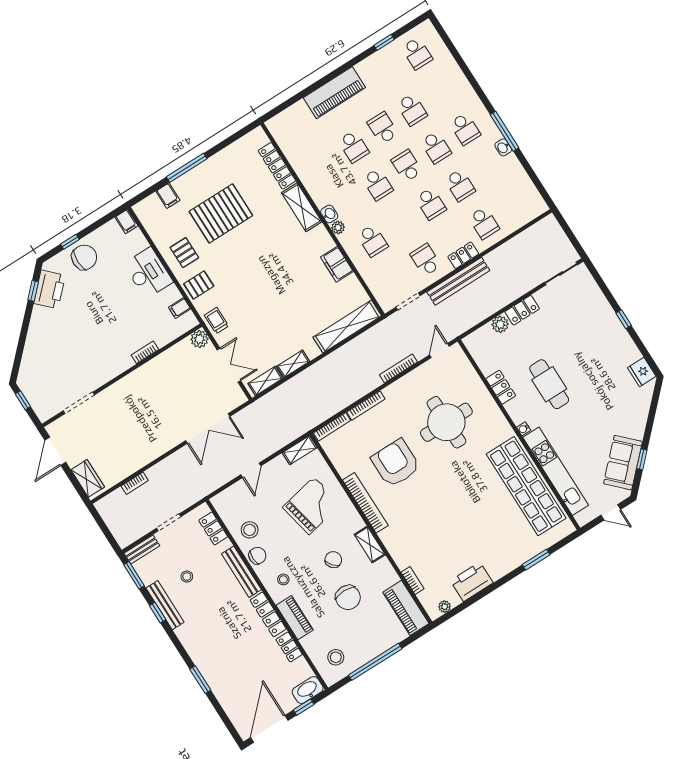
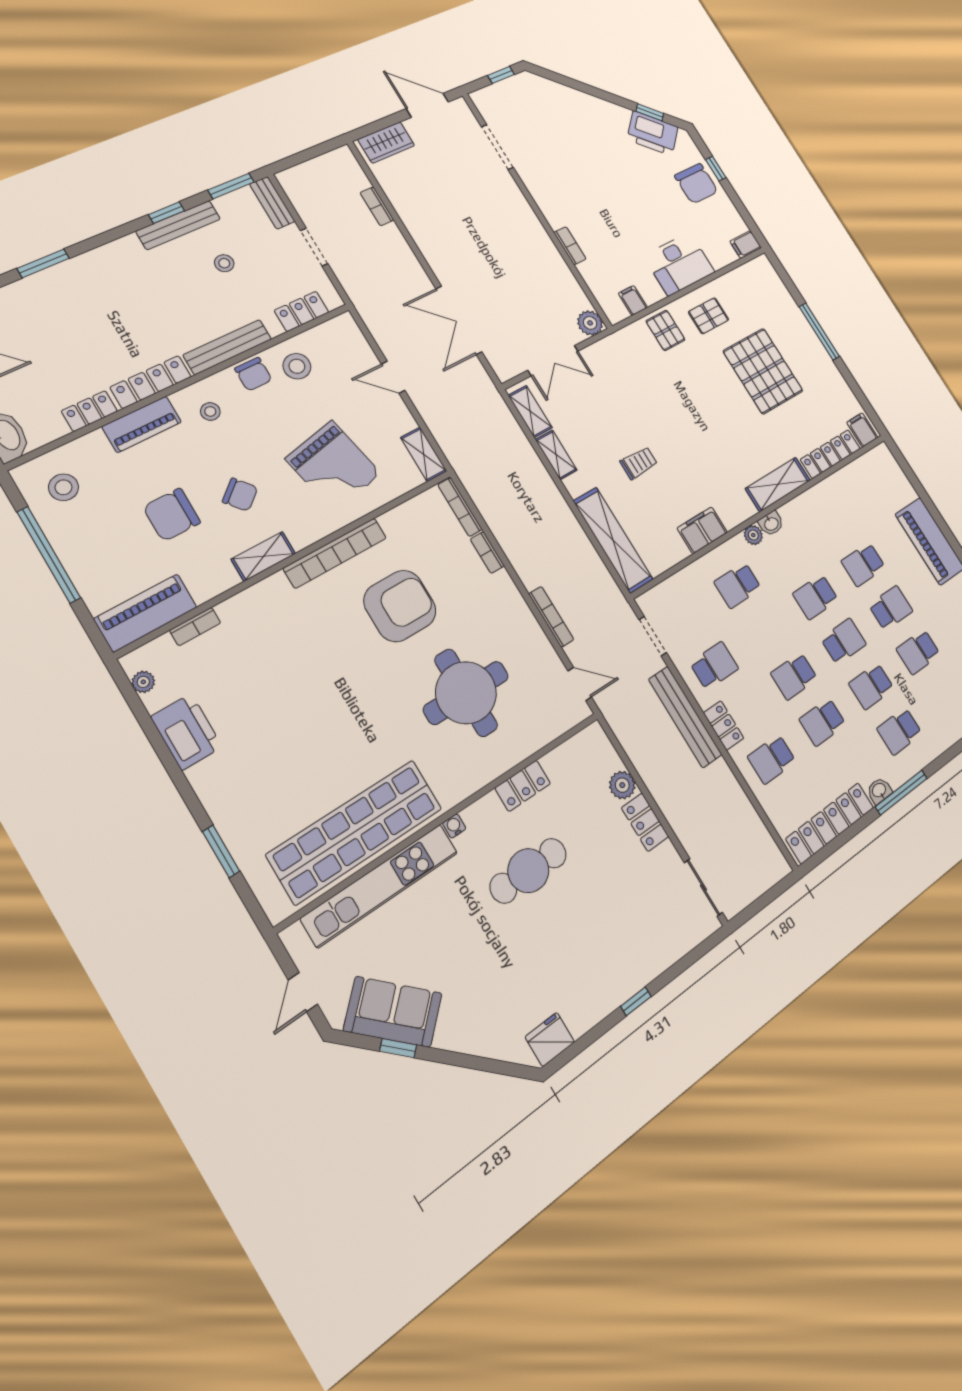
locker: (523, 185) -> (830, 823), added
filing cabinet: (168, 196) -> (862, 430), moved, turned 90
trolley: (216, 321) -> (639, 463), moved
bookcase: (366, 406) -> (487, 553), width x0.64

